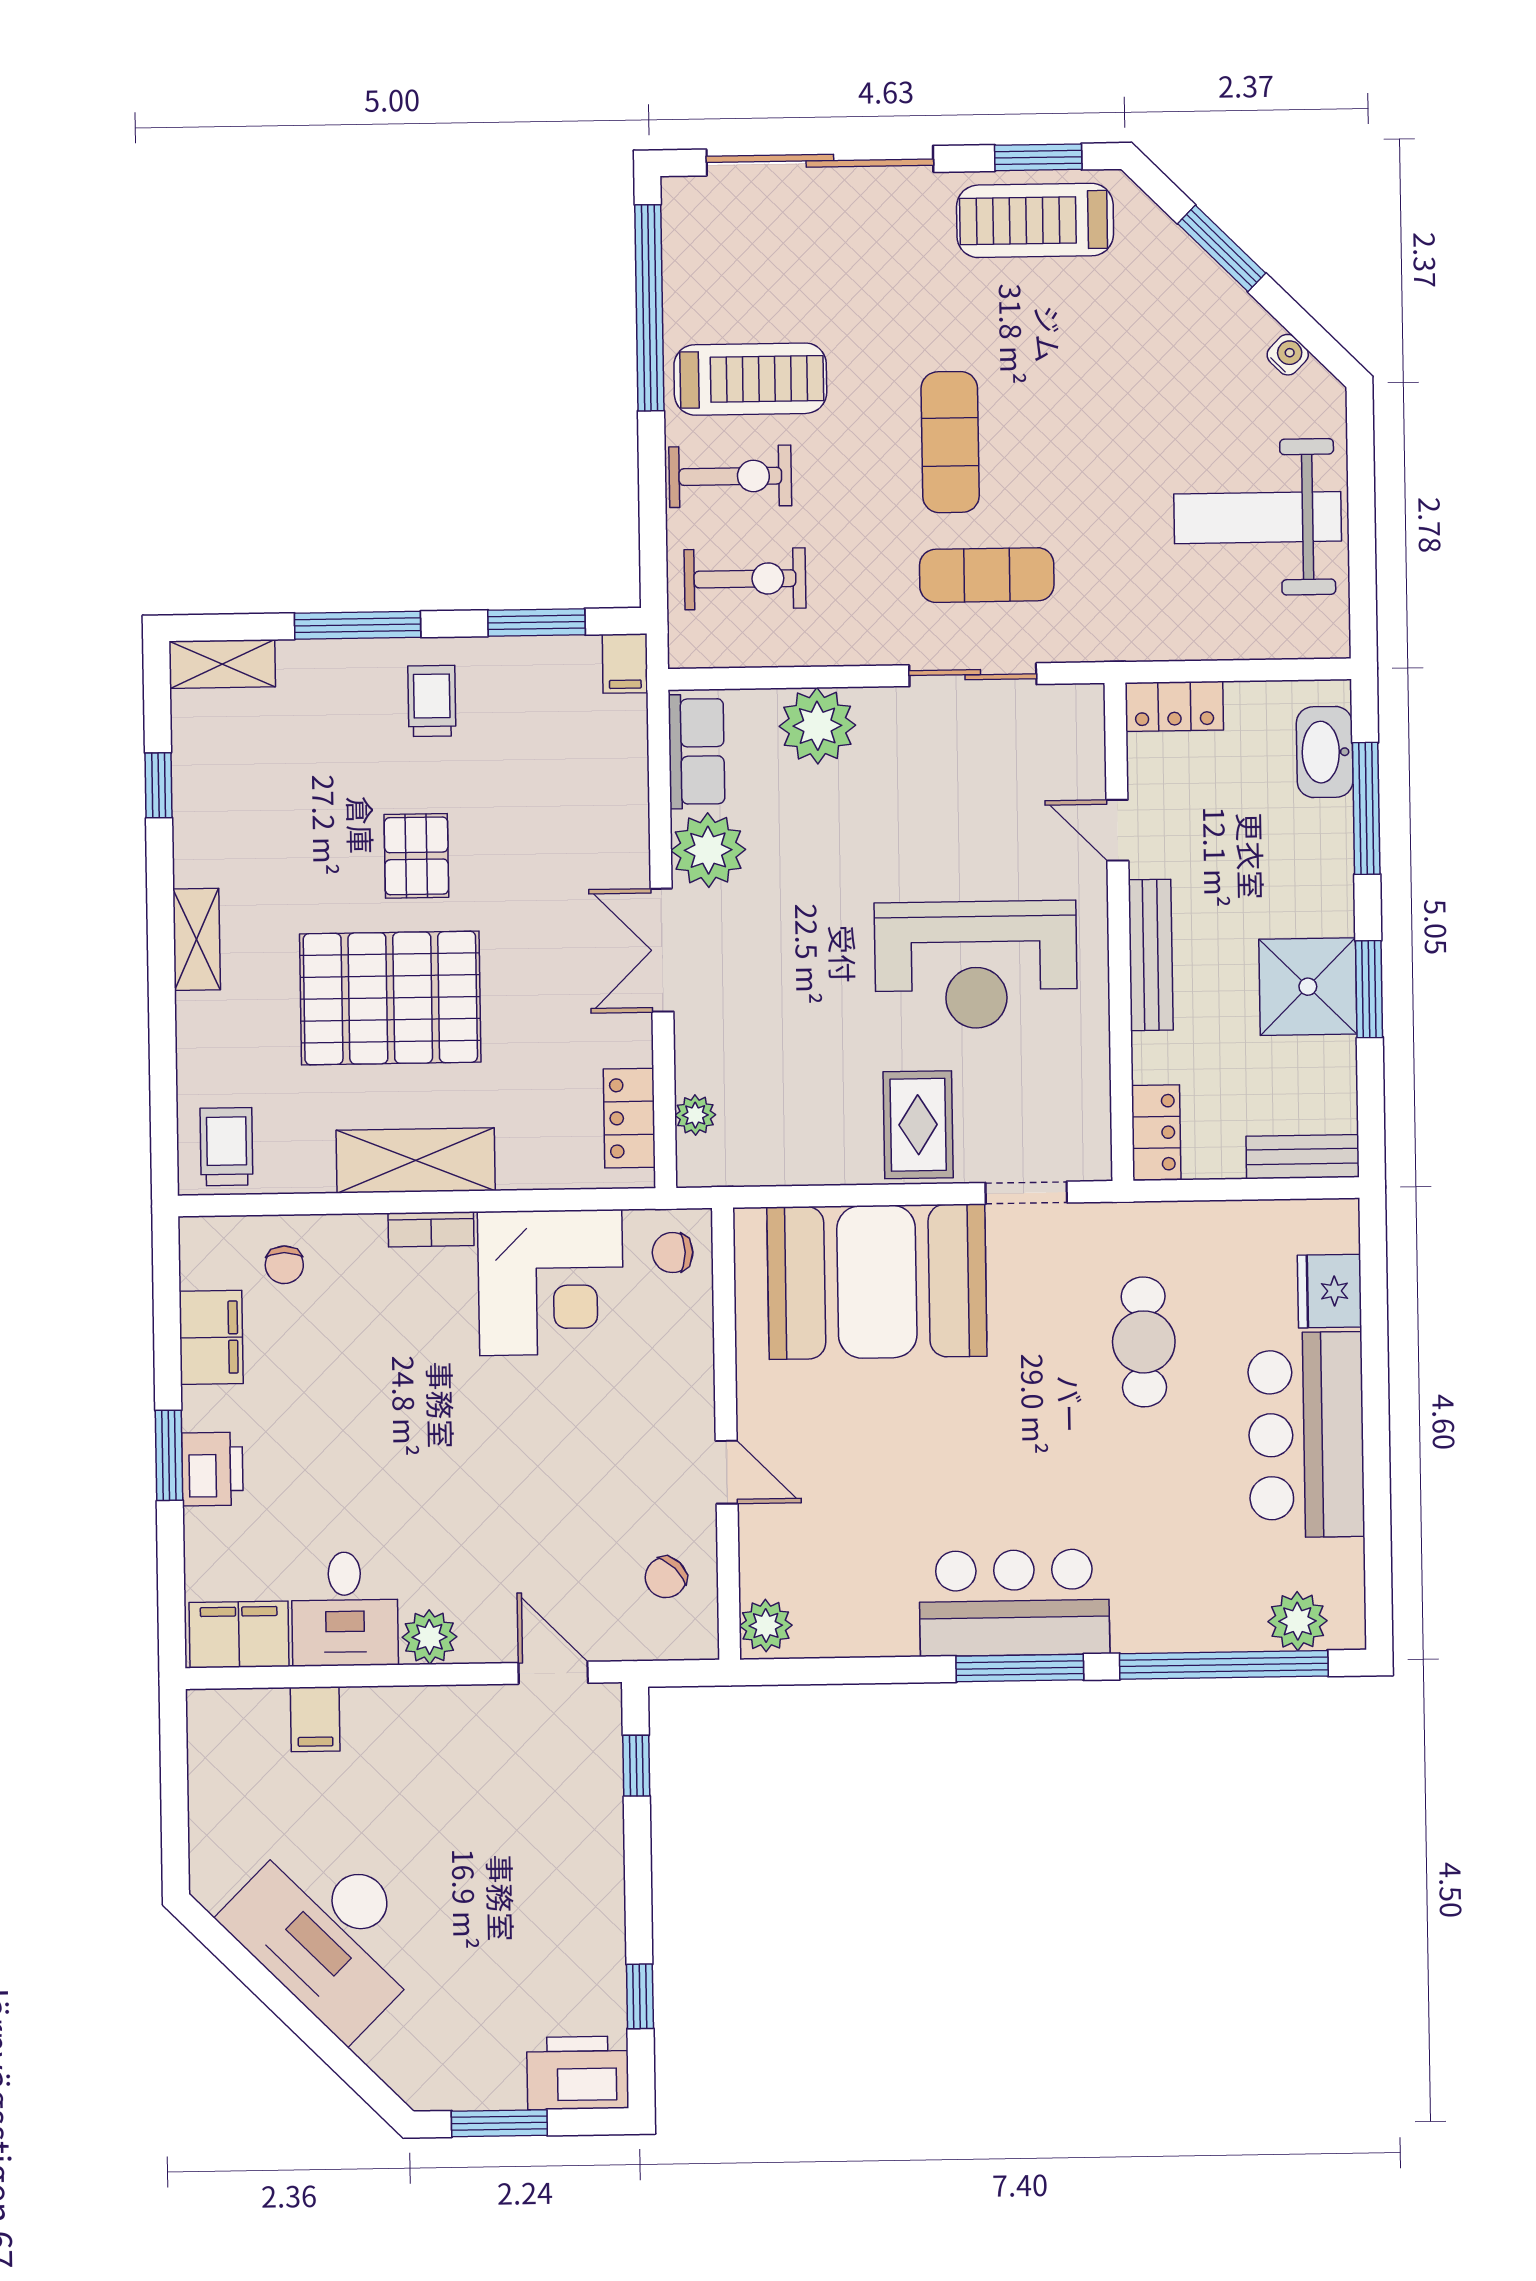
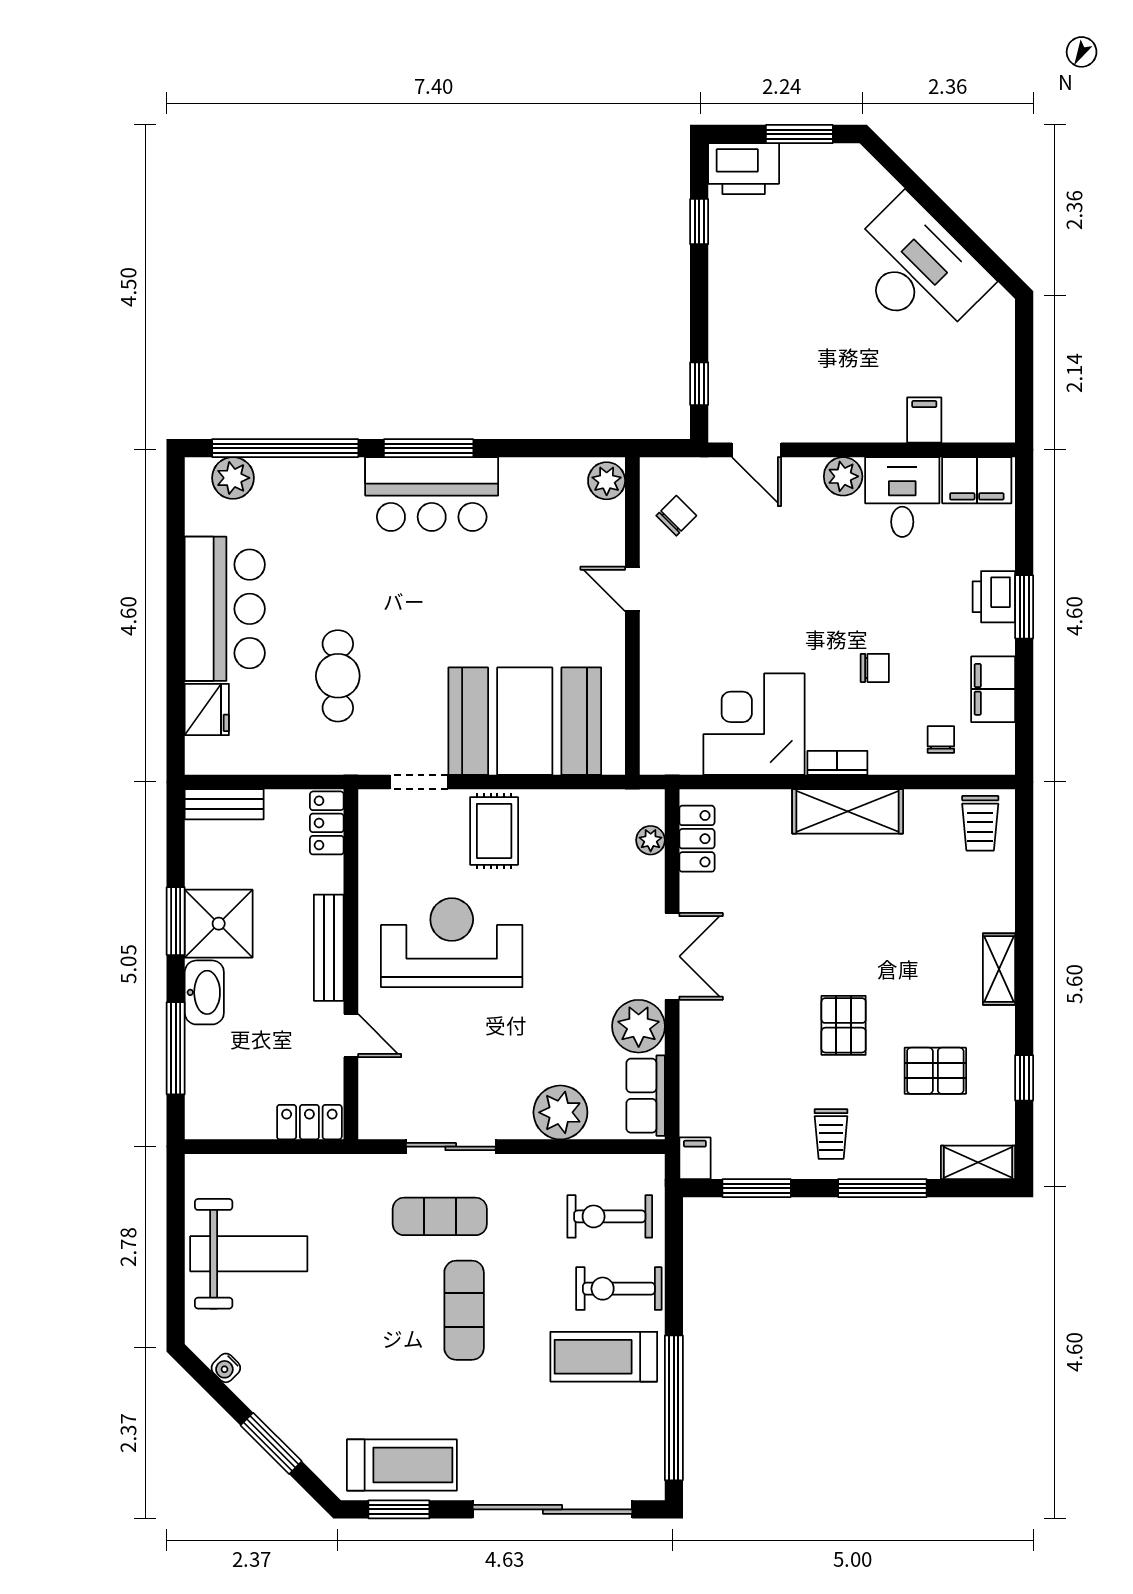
washbasin: (1325, 752) -> (204, 992), moved
pallet: (390, 998) -> (935, 1071), moved, width x0.49, depth x0.50
chair: (673, 1253) -> (875, 668), moved

